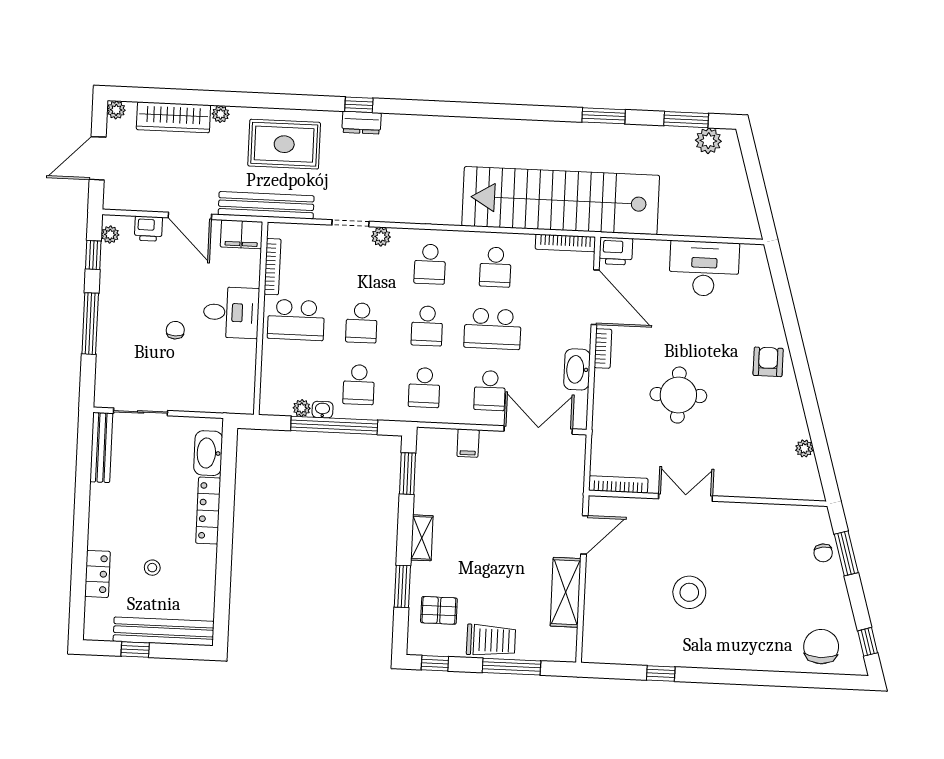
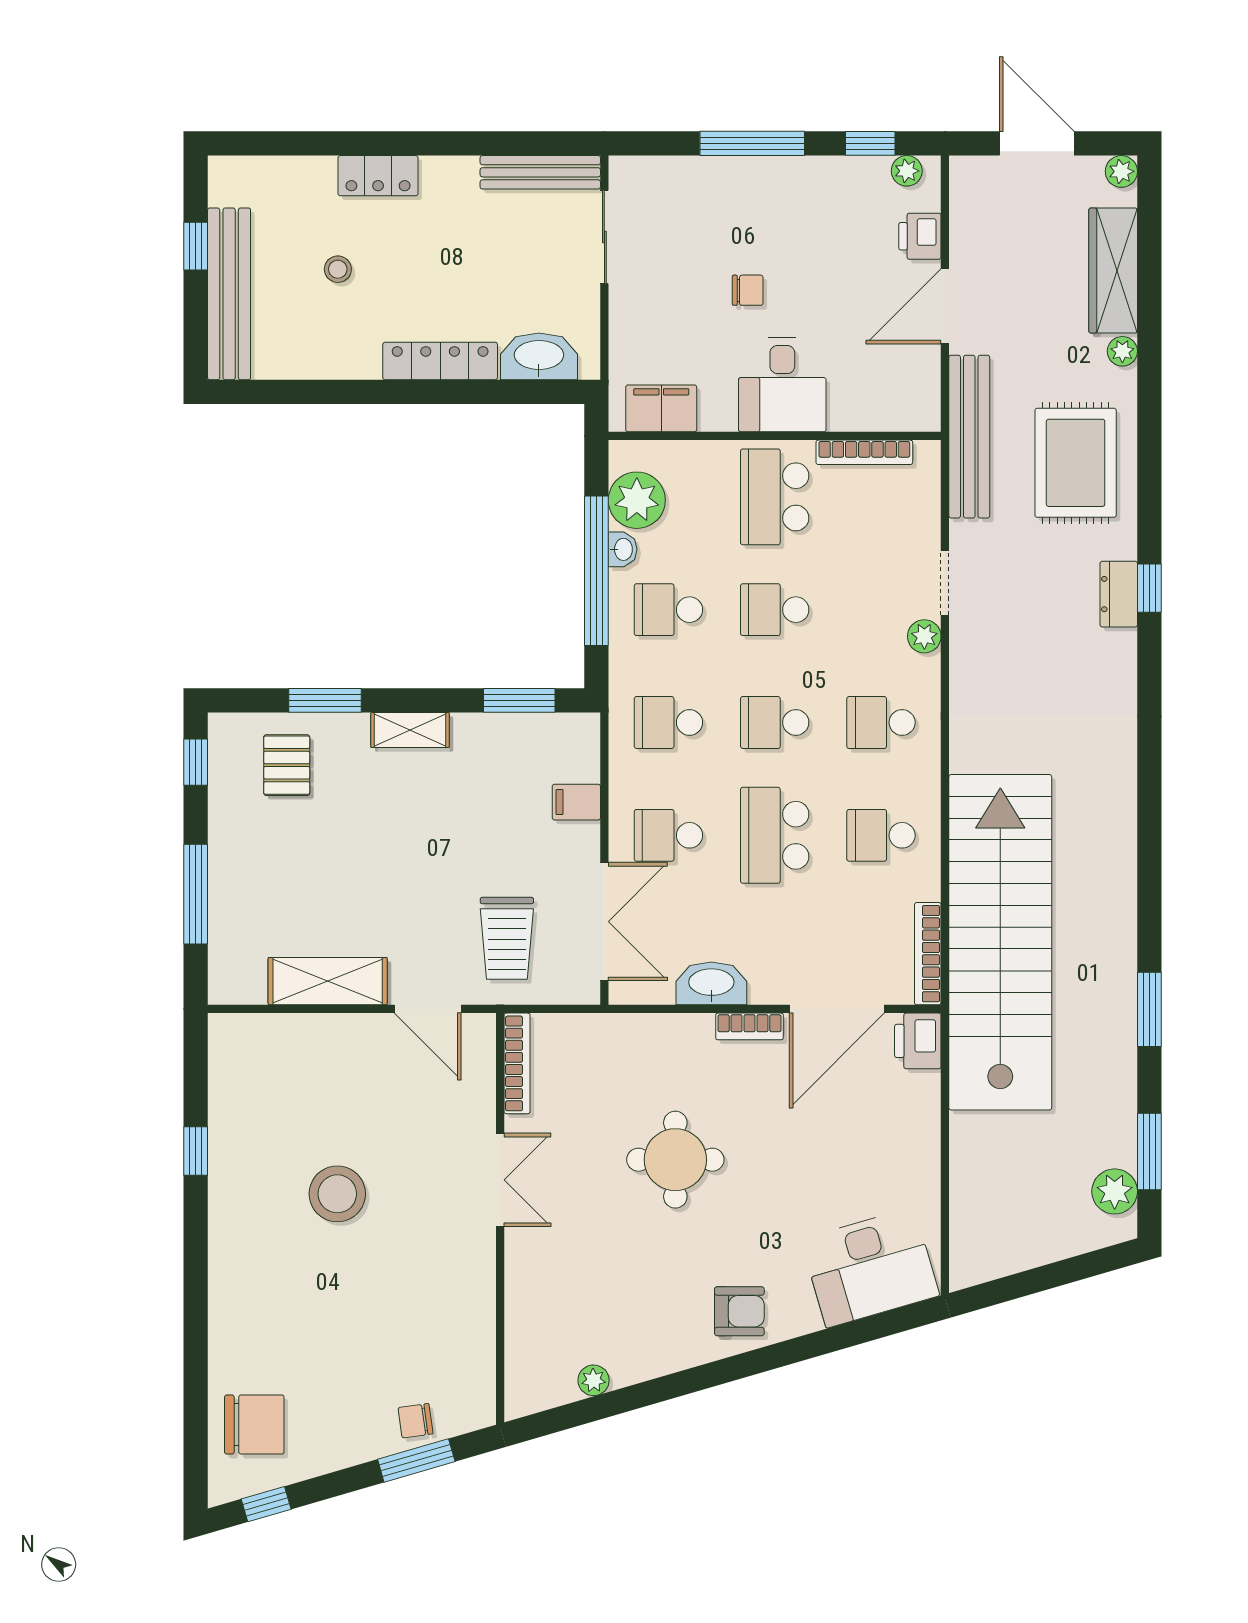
filing cabinet: (242, 234) -> (661, 408), moved, turned 90
desk: (704, 269) -> (870, 1268), moved, turned 74
plant: (302, 408) -> (637, 500), width x1.88, depth x1.88
locker: (98, 574) -> (378, 176), moved
trolley: (491, 640) -> (507, 938), moved

